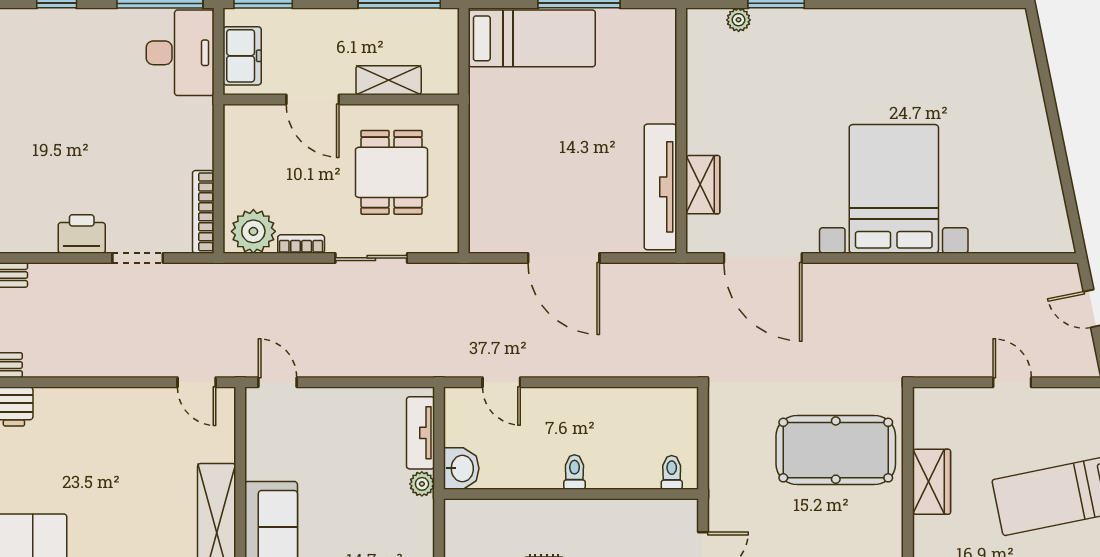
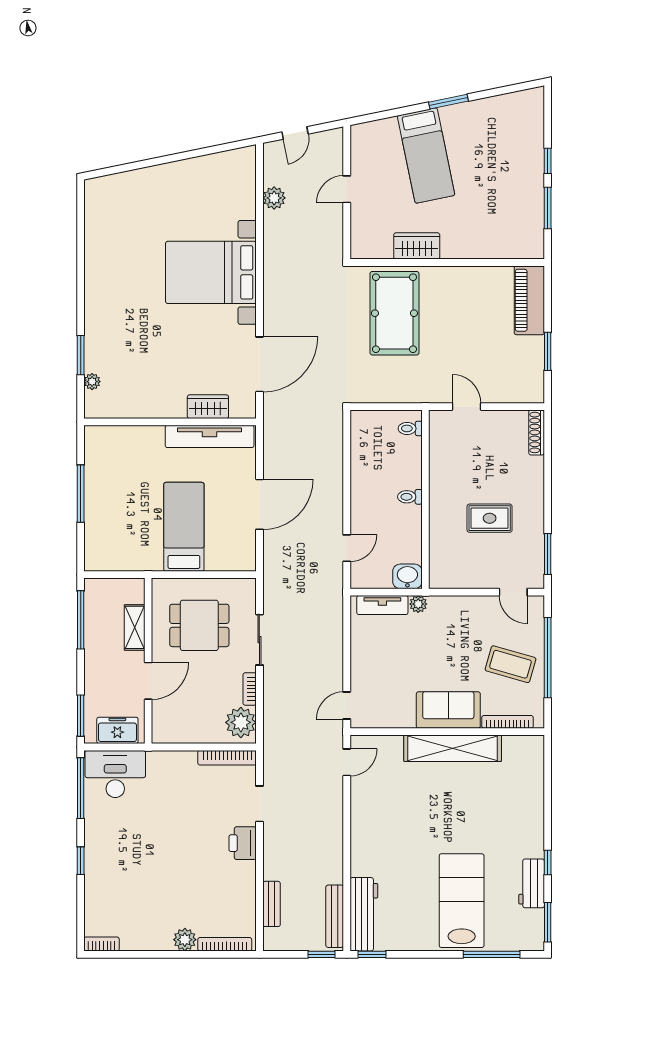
bed: (532, 38) -> (184, 527), moved
plant: (1000, 279) -> (274, 198), added

